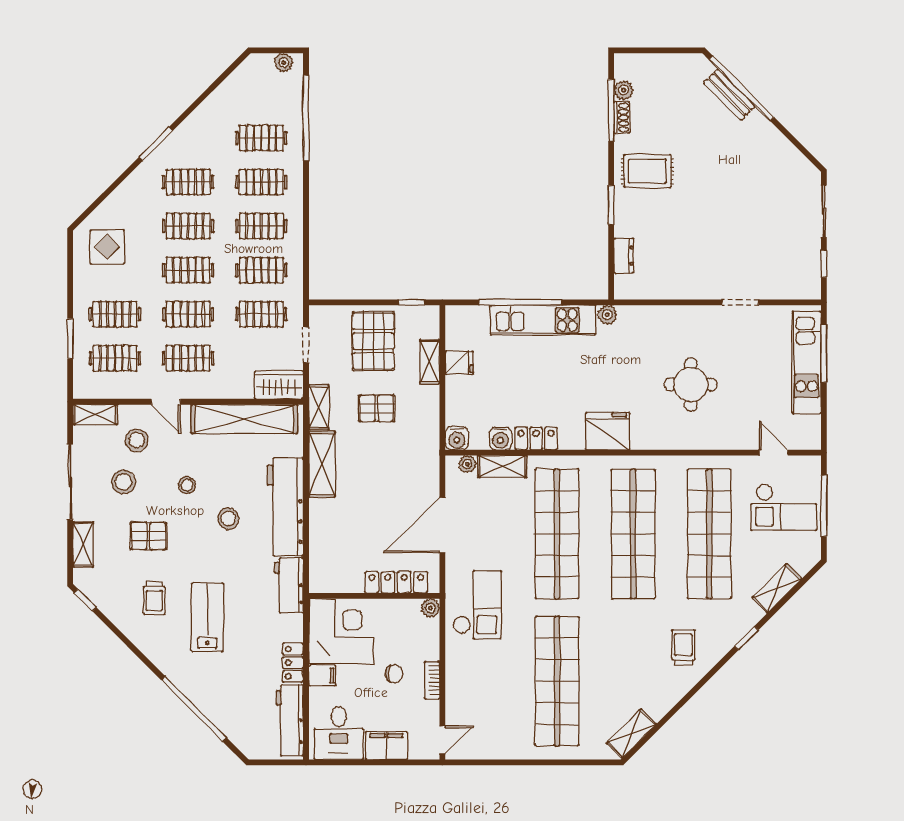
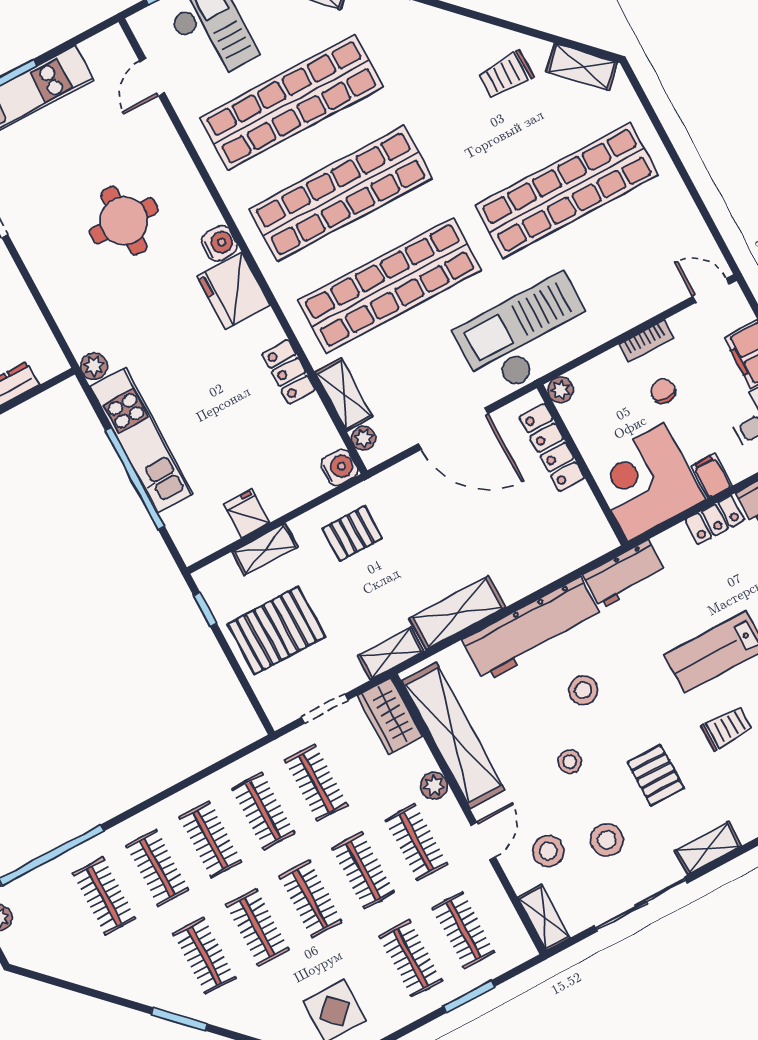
plant: (218, 389) -> (434, 786), added
pallet: (376, 408) -> (352, 534), moved, turned 90
water cooler: (500, 438) -> (219, 243), moved
checkout: (477, 605) -> (527, 336), width x1.36, depth x1.21
trolley: (683, 647) -> (506, 74), moved

